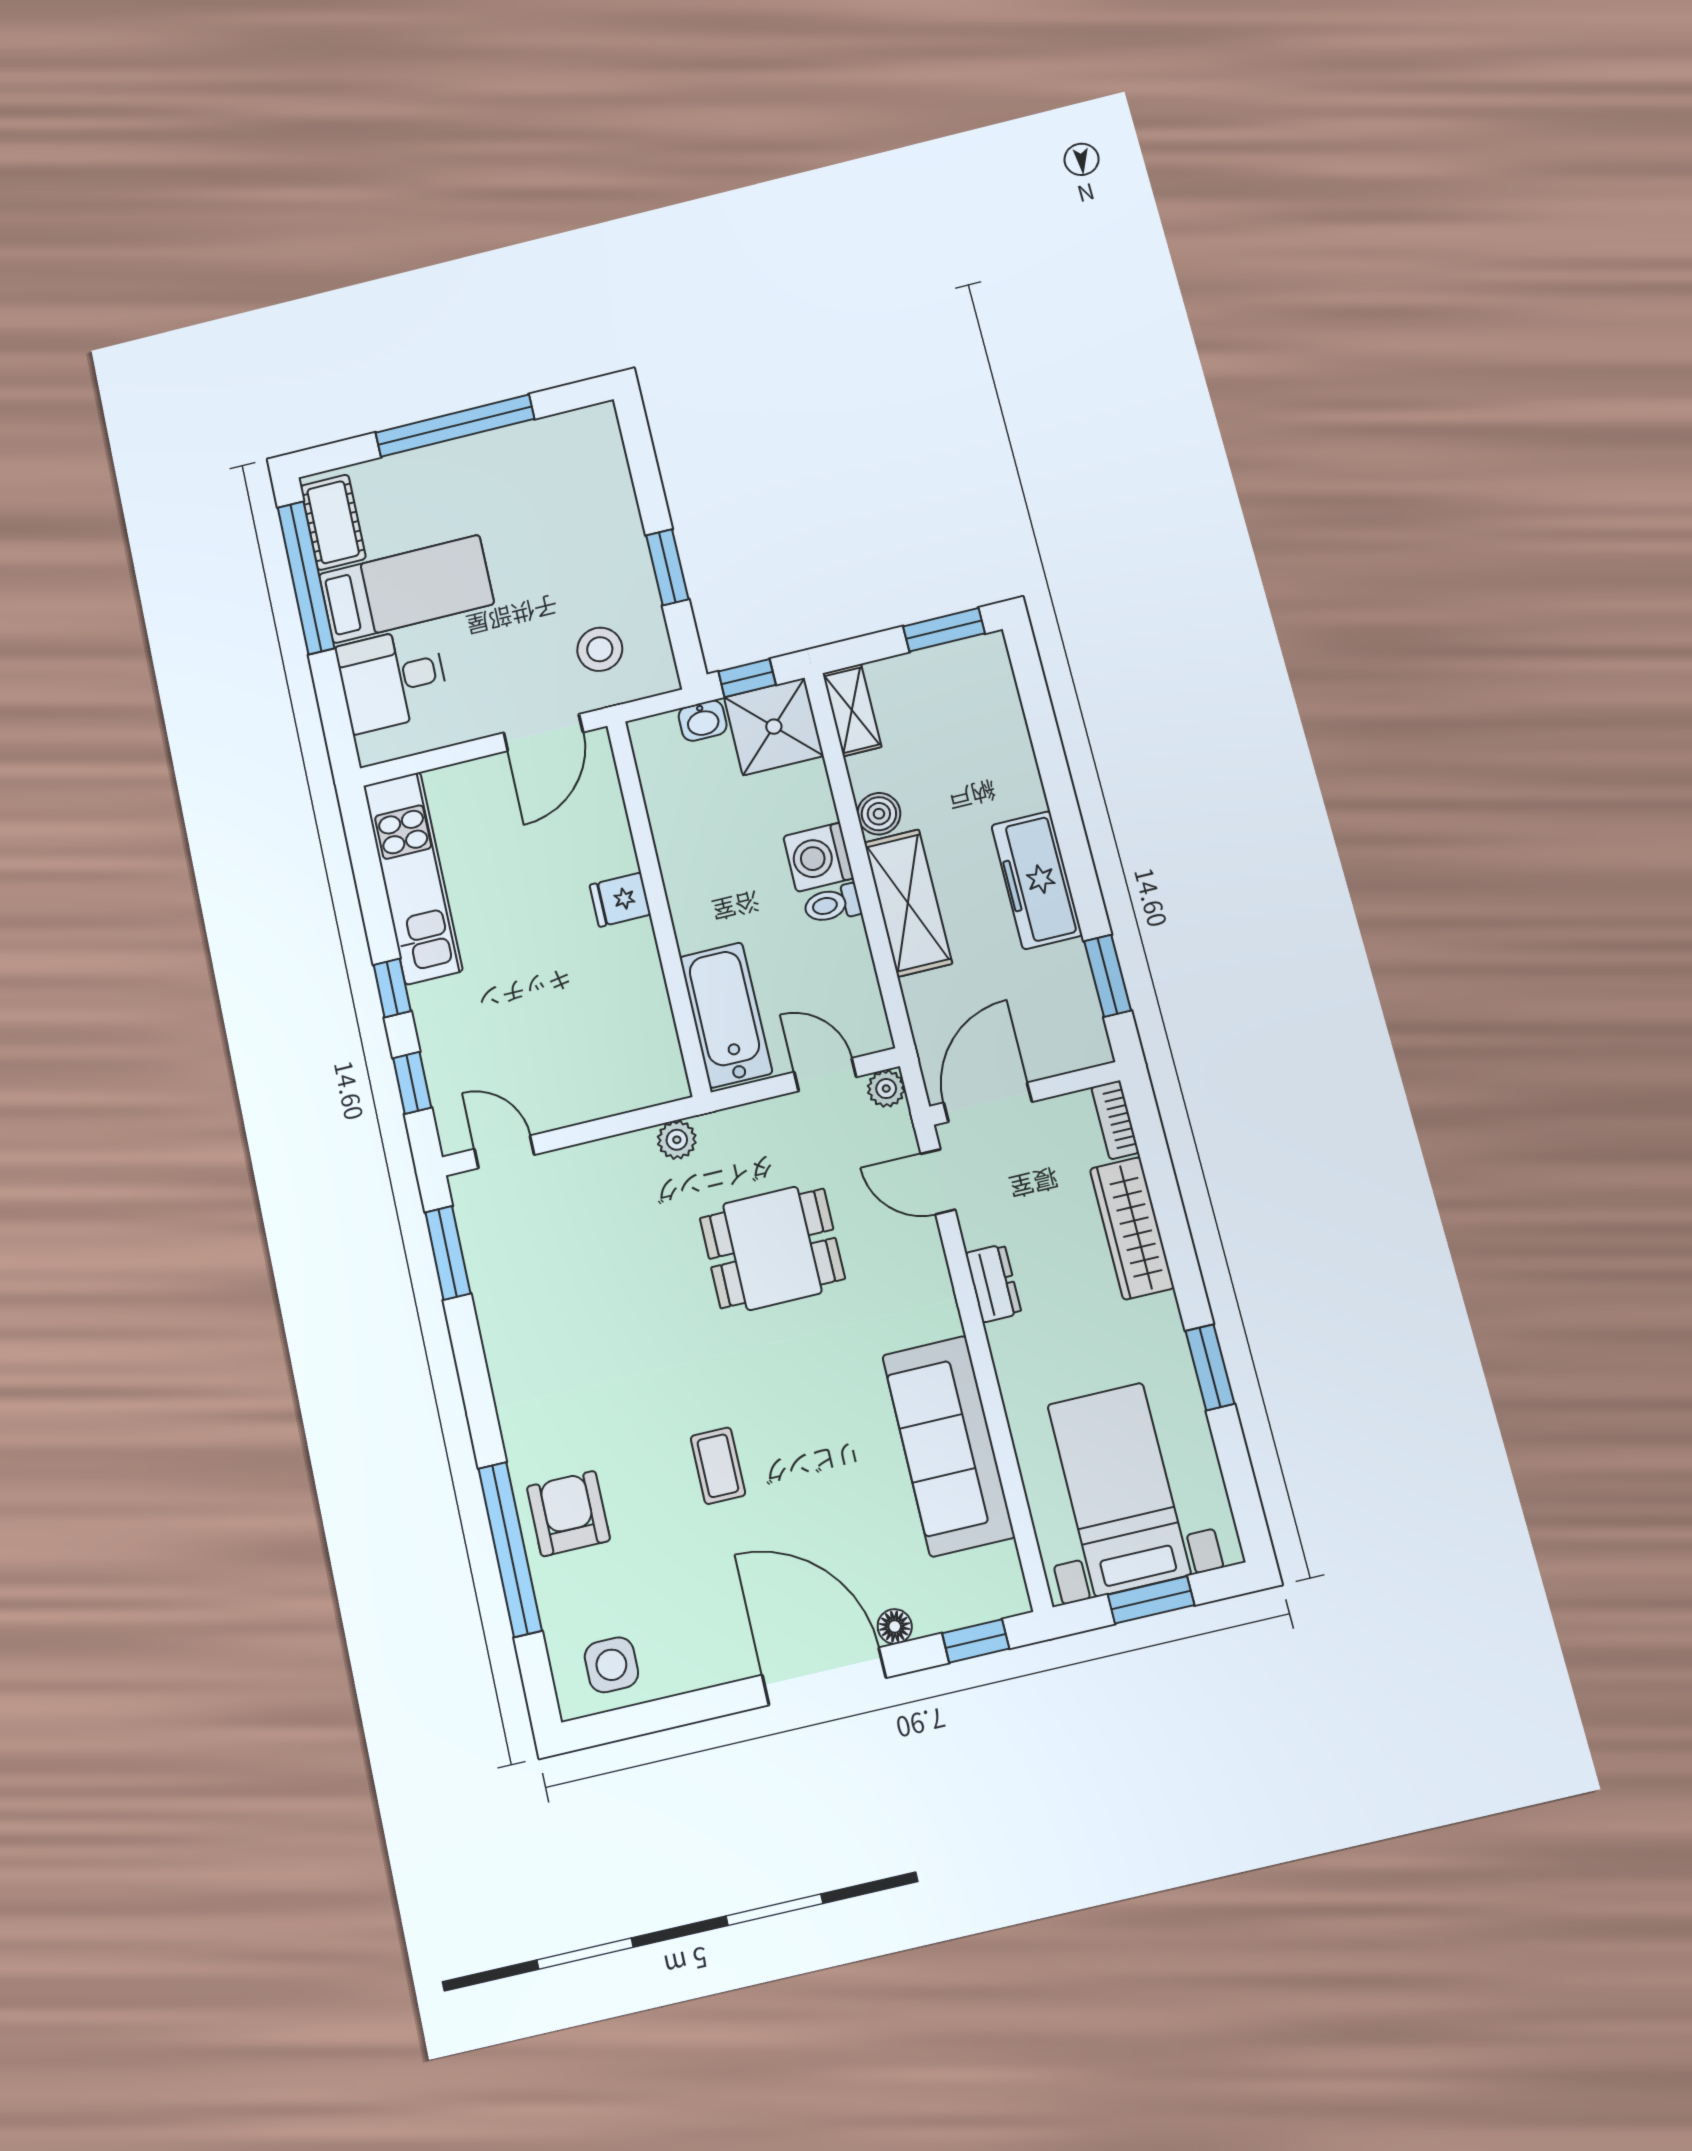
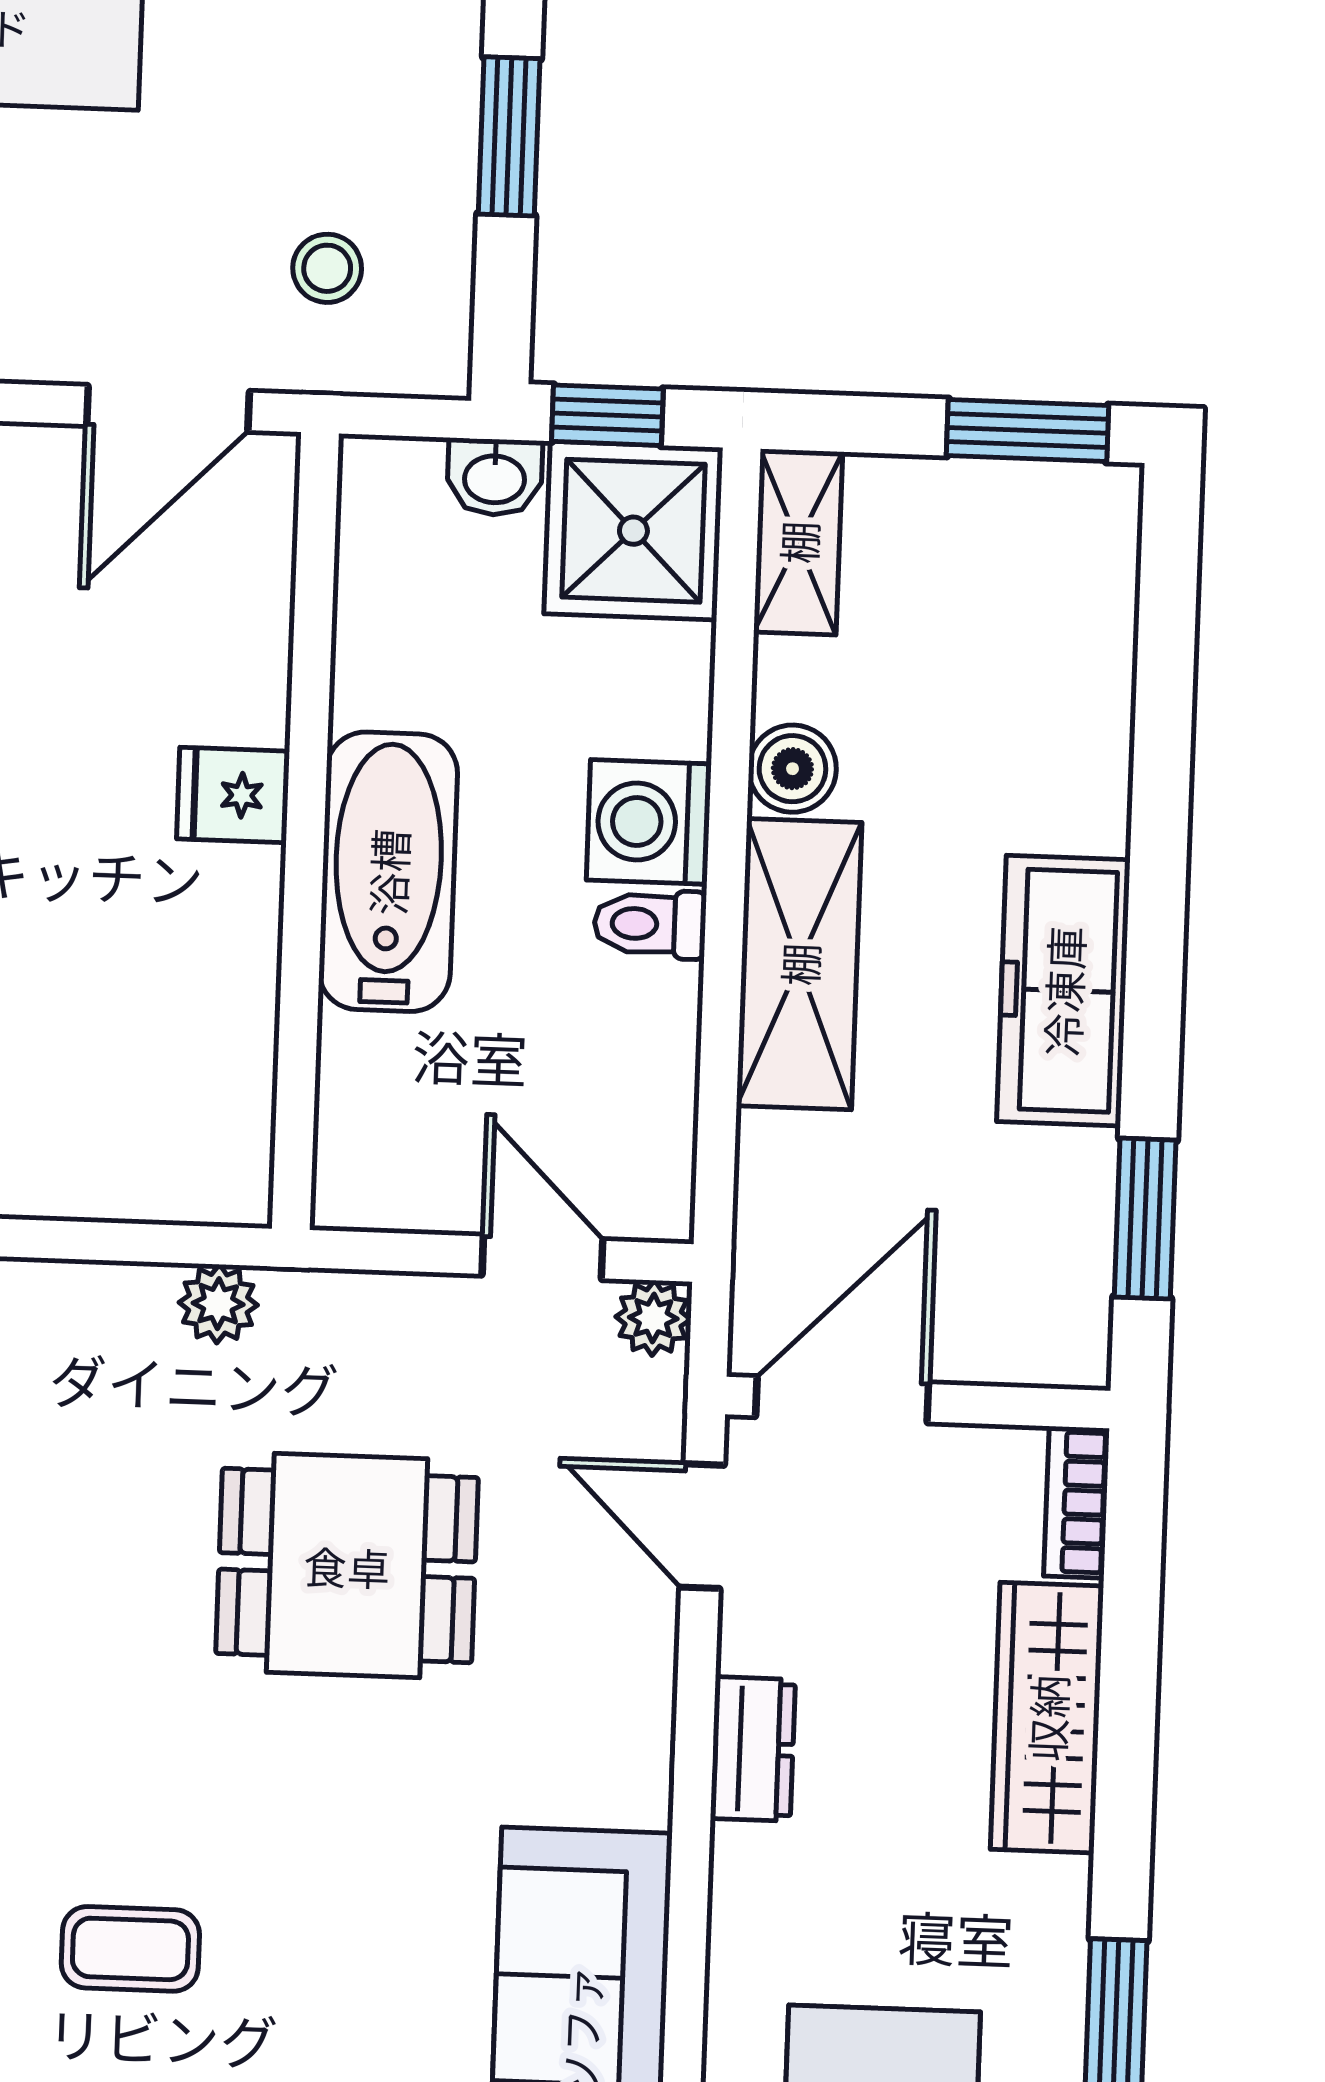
stool: (600, 649) -> (327, 268), width x0.73, depth x0.73
bathtub: (726, 1015) -> (388, 872), moved
coffee table: (718, 1466) -> (130, 1949), turned 90

